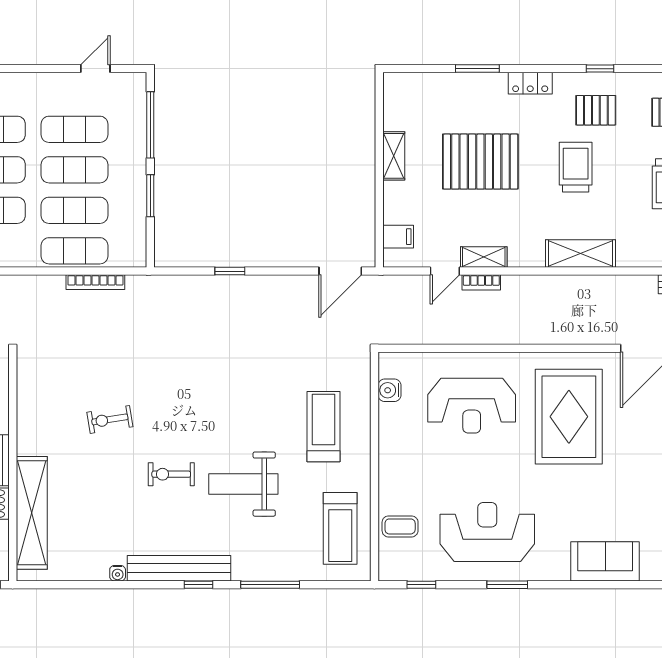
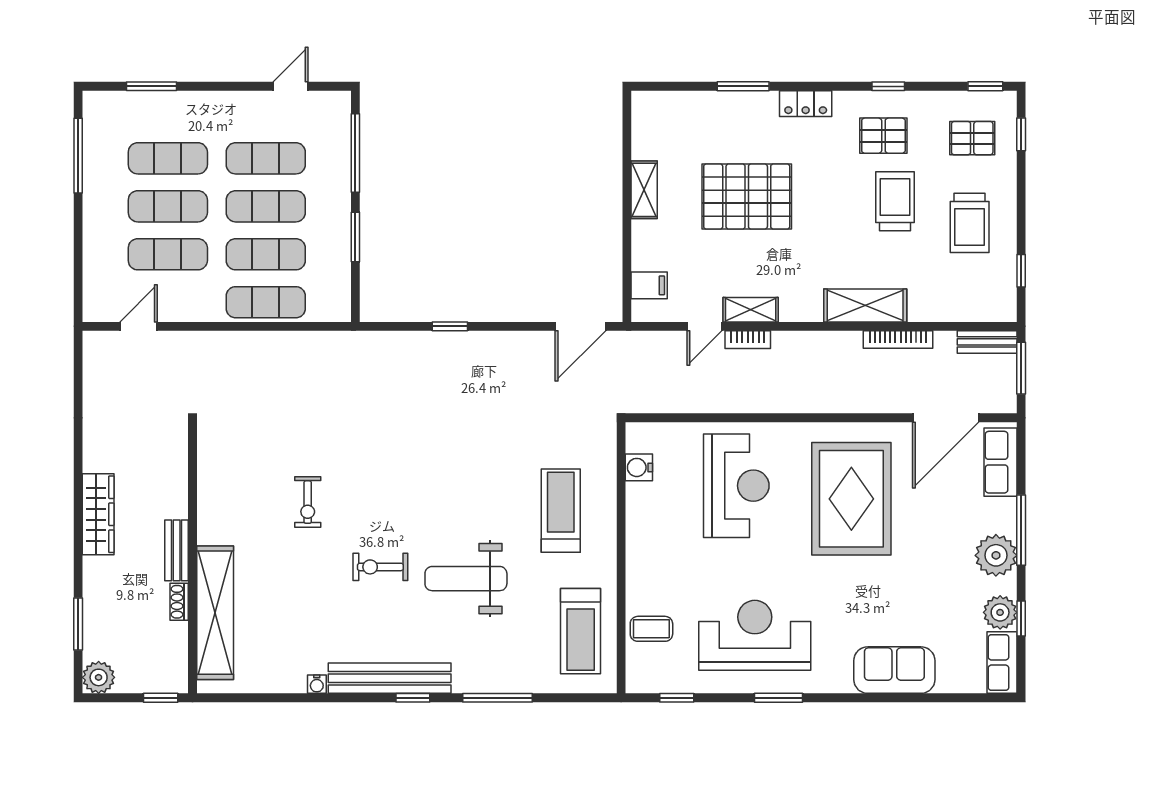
trolley: (576, 167) -> (895, 201), moved
bookcase: (95, 282) -> (898, 339), moved
reception desk: (472, 406) -> (736, 486), turned -90
exercise bike: (110, 419) -> (308, 502), turned -81

